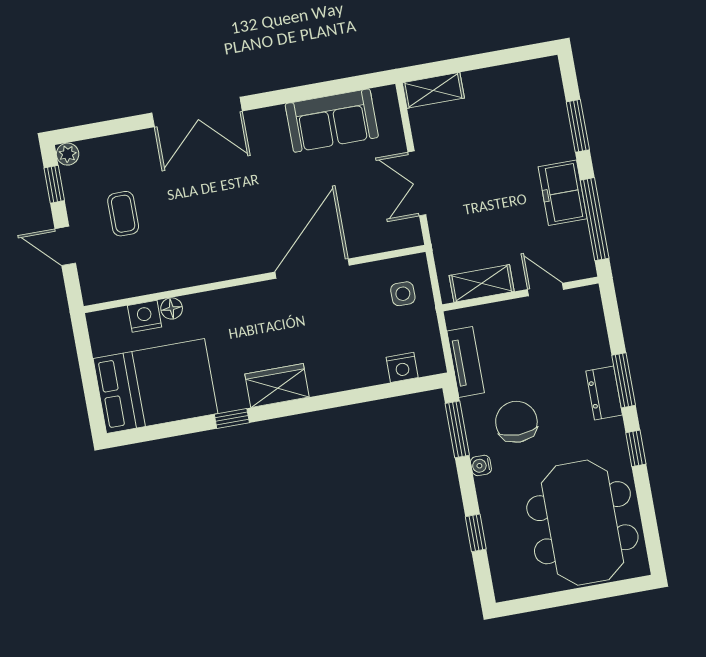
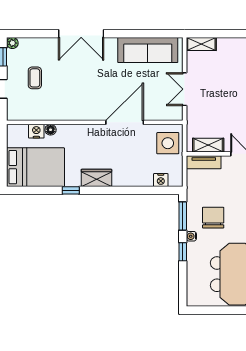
sofa: (332, 121) -> (148, 50), width x1.36
side table: (403, 294) -> (168, 143), width x1.87, depth x1.87
tv unit: (466, 362) -> (204, 162), moved, turned 90
window: (476, 533) -> (183, 252), moved

